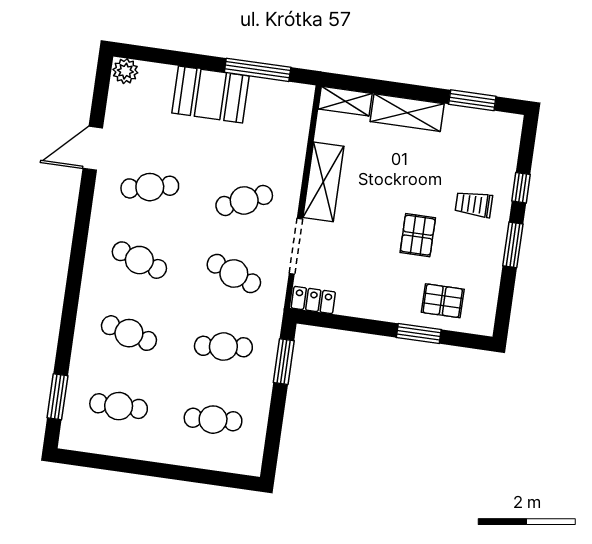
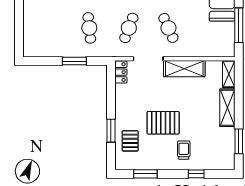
pallet: (418, 235) -> (163, 123), width x1.50, depth x1.42
window: (513, 245) -> (145, 174), moved
window: (284, 362) -> (74, 61), moved
cafe table: (213, 420) -> (50, 28), removed

